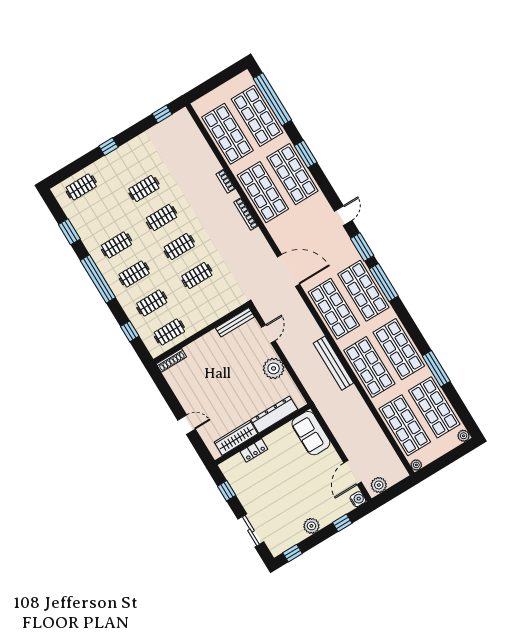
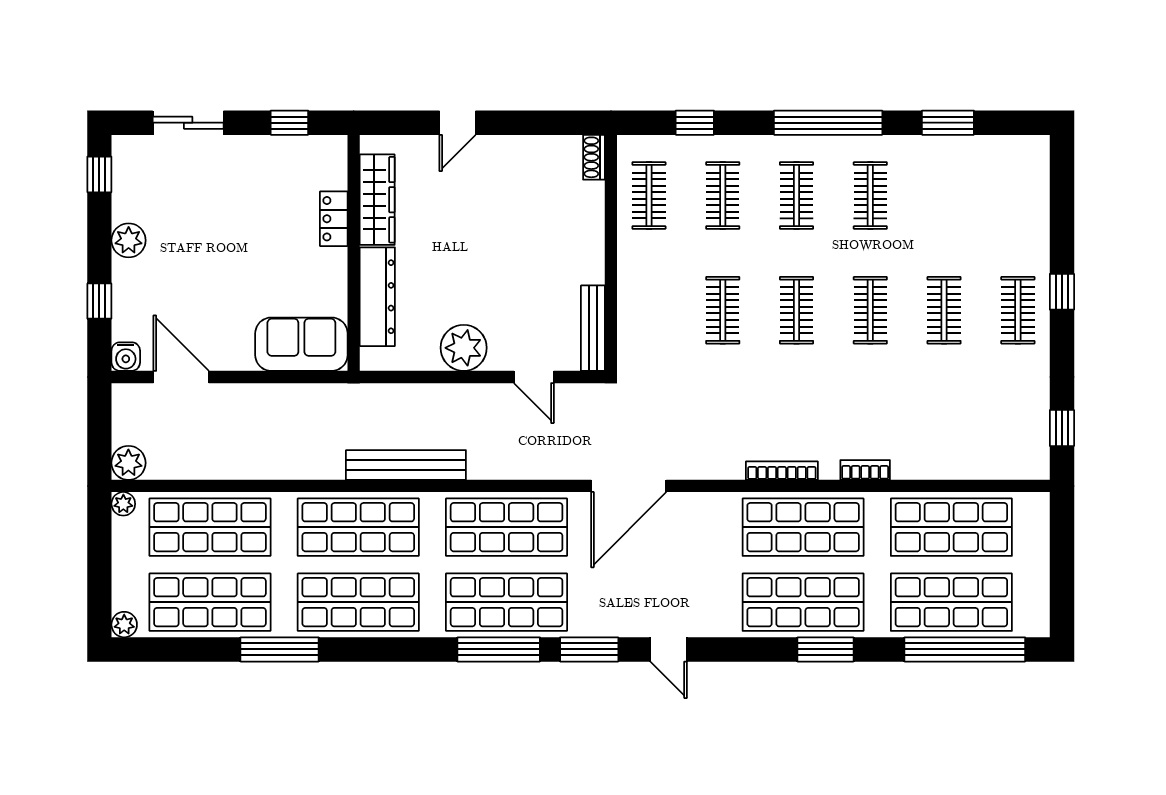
clothes rail: (81, 187) -> (1018, 310), moved
shoe rack: (171, 360) -> (594, 157), width x0.70
plant: (379, 485) -> (128, 463), moved

